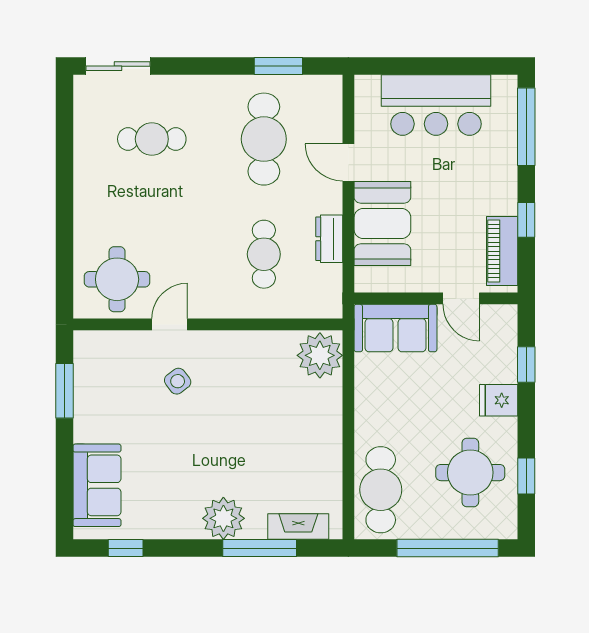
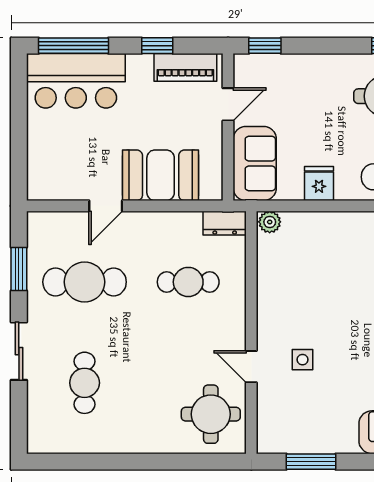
sliding door: (118, 66) -> (19, 351), moved
bar counter: (436, 105) -> (76, 81), moved, turned 90
dresser: (329, 239) -> (225, 223), moved
plant: (320, 355) -> (270, 222), width x0.53, depth x0.53
window: (526, 364) -> (265, 46), moved
side table: (178, 381) -> (303, 360), turned 37
fridge: (499, 400) -> (319, 184), moved, turned 180

